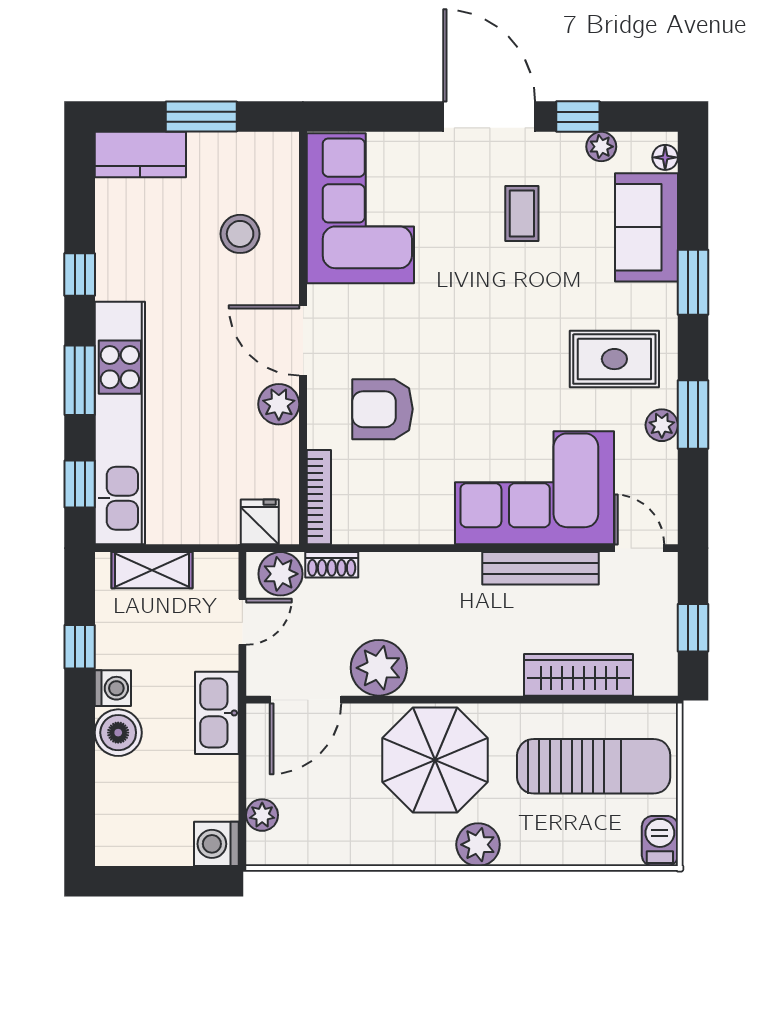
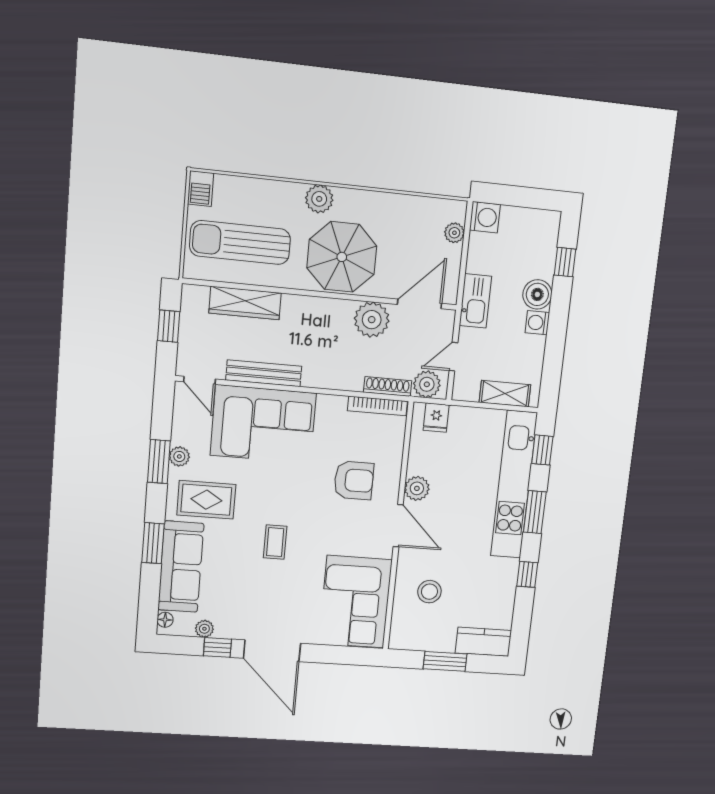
coffee table: (522, 214) -> (275, 542), moved
sofa: (646, 227) -> (181, 567), width x1.36
bookcase: (319, 497) -> (377, 406), moved, turned -90
shoe rack: (332, 565) -> (388, 387), width x1.43
window: (80, 647) -> (565, 262), moved

